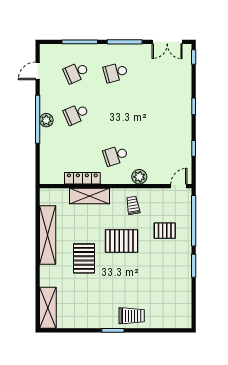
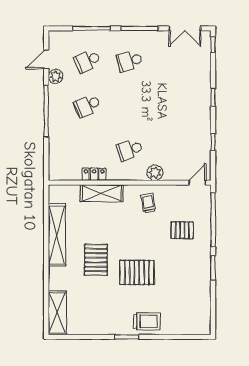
plant: (46, 120) -> (56, 76), moved
locker: (82, 178) -> (94, 174), width x0.66
pallet: (122, 241) -> (137, 272), moved

